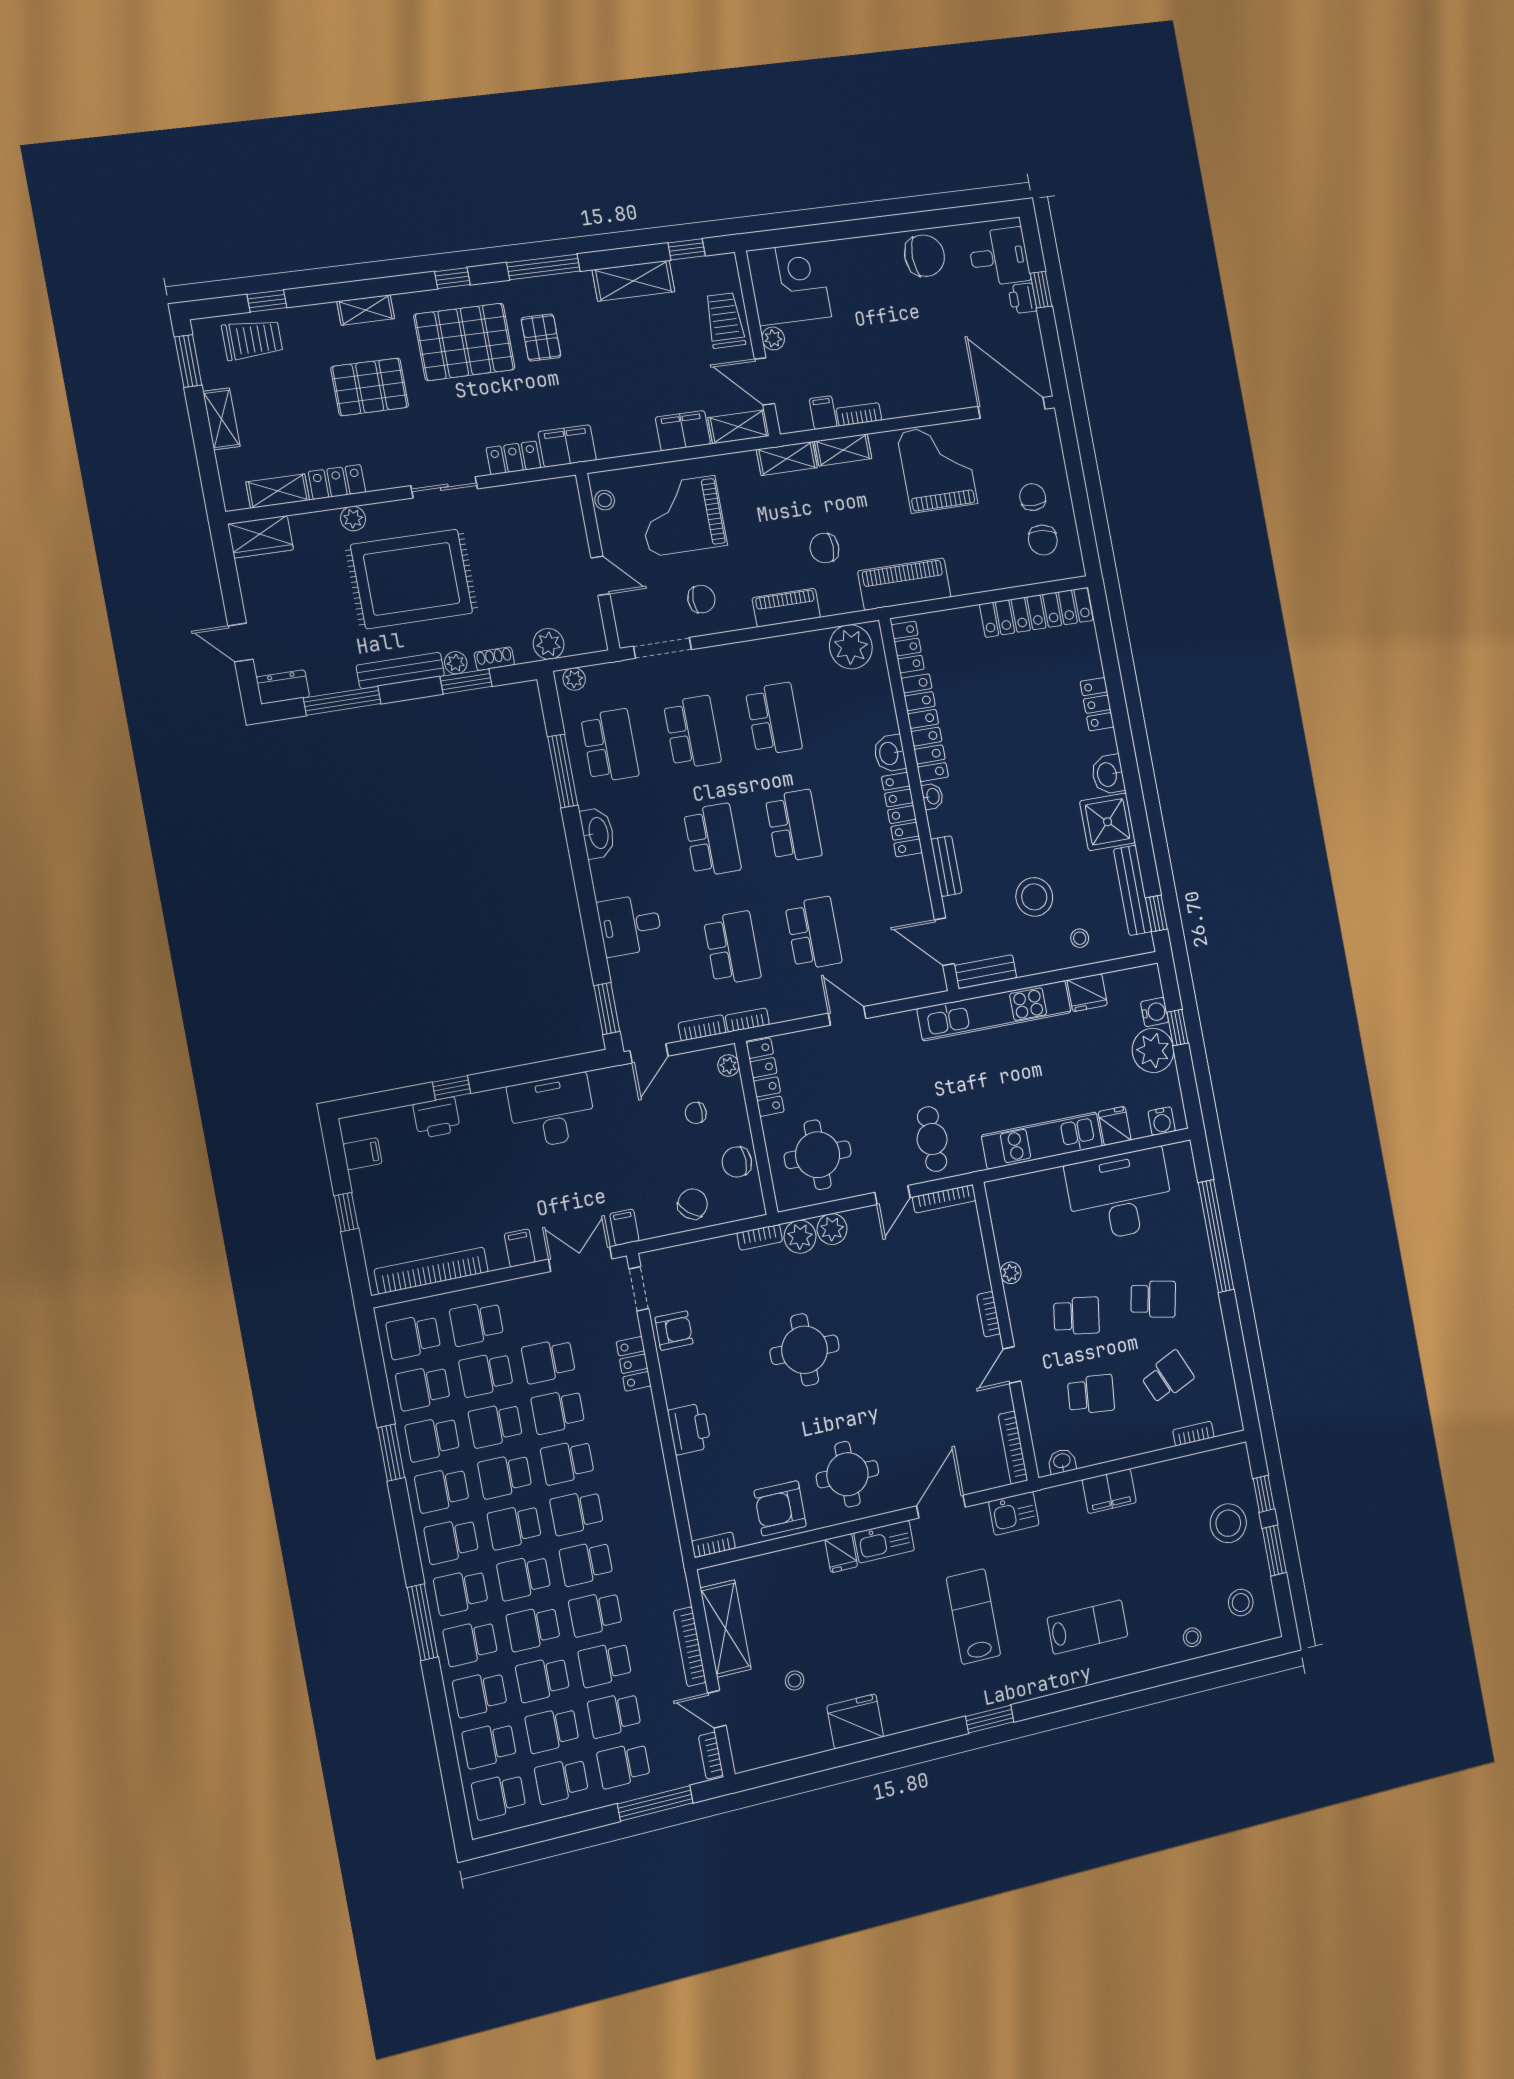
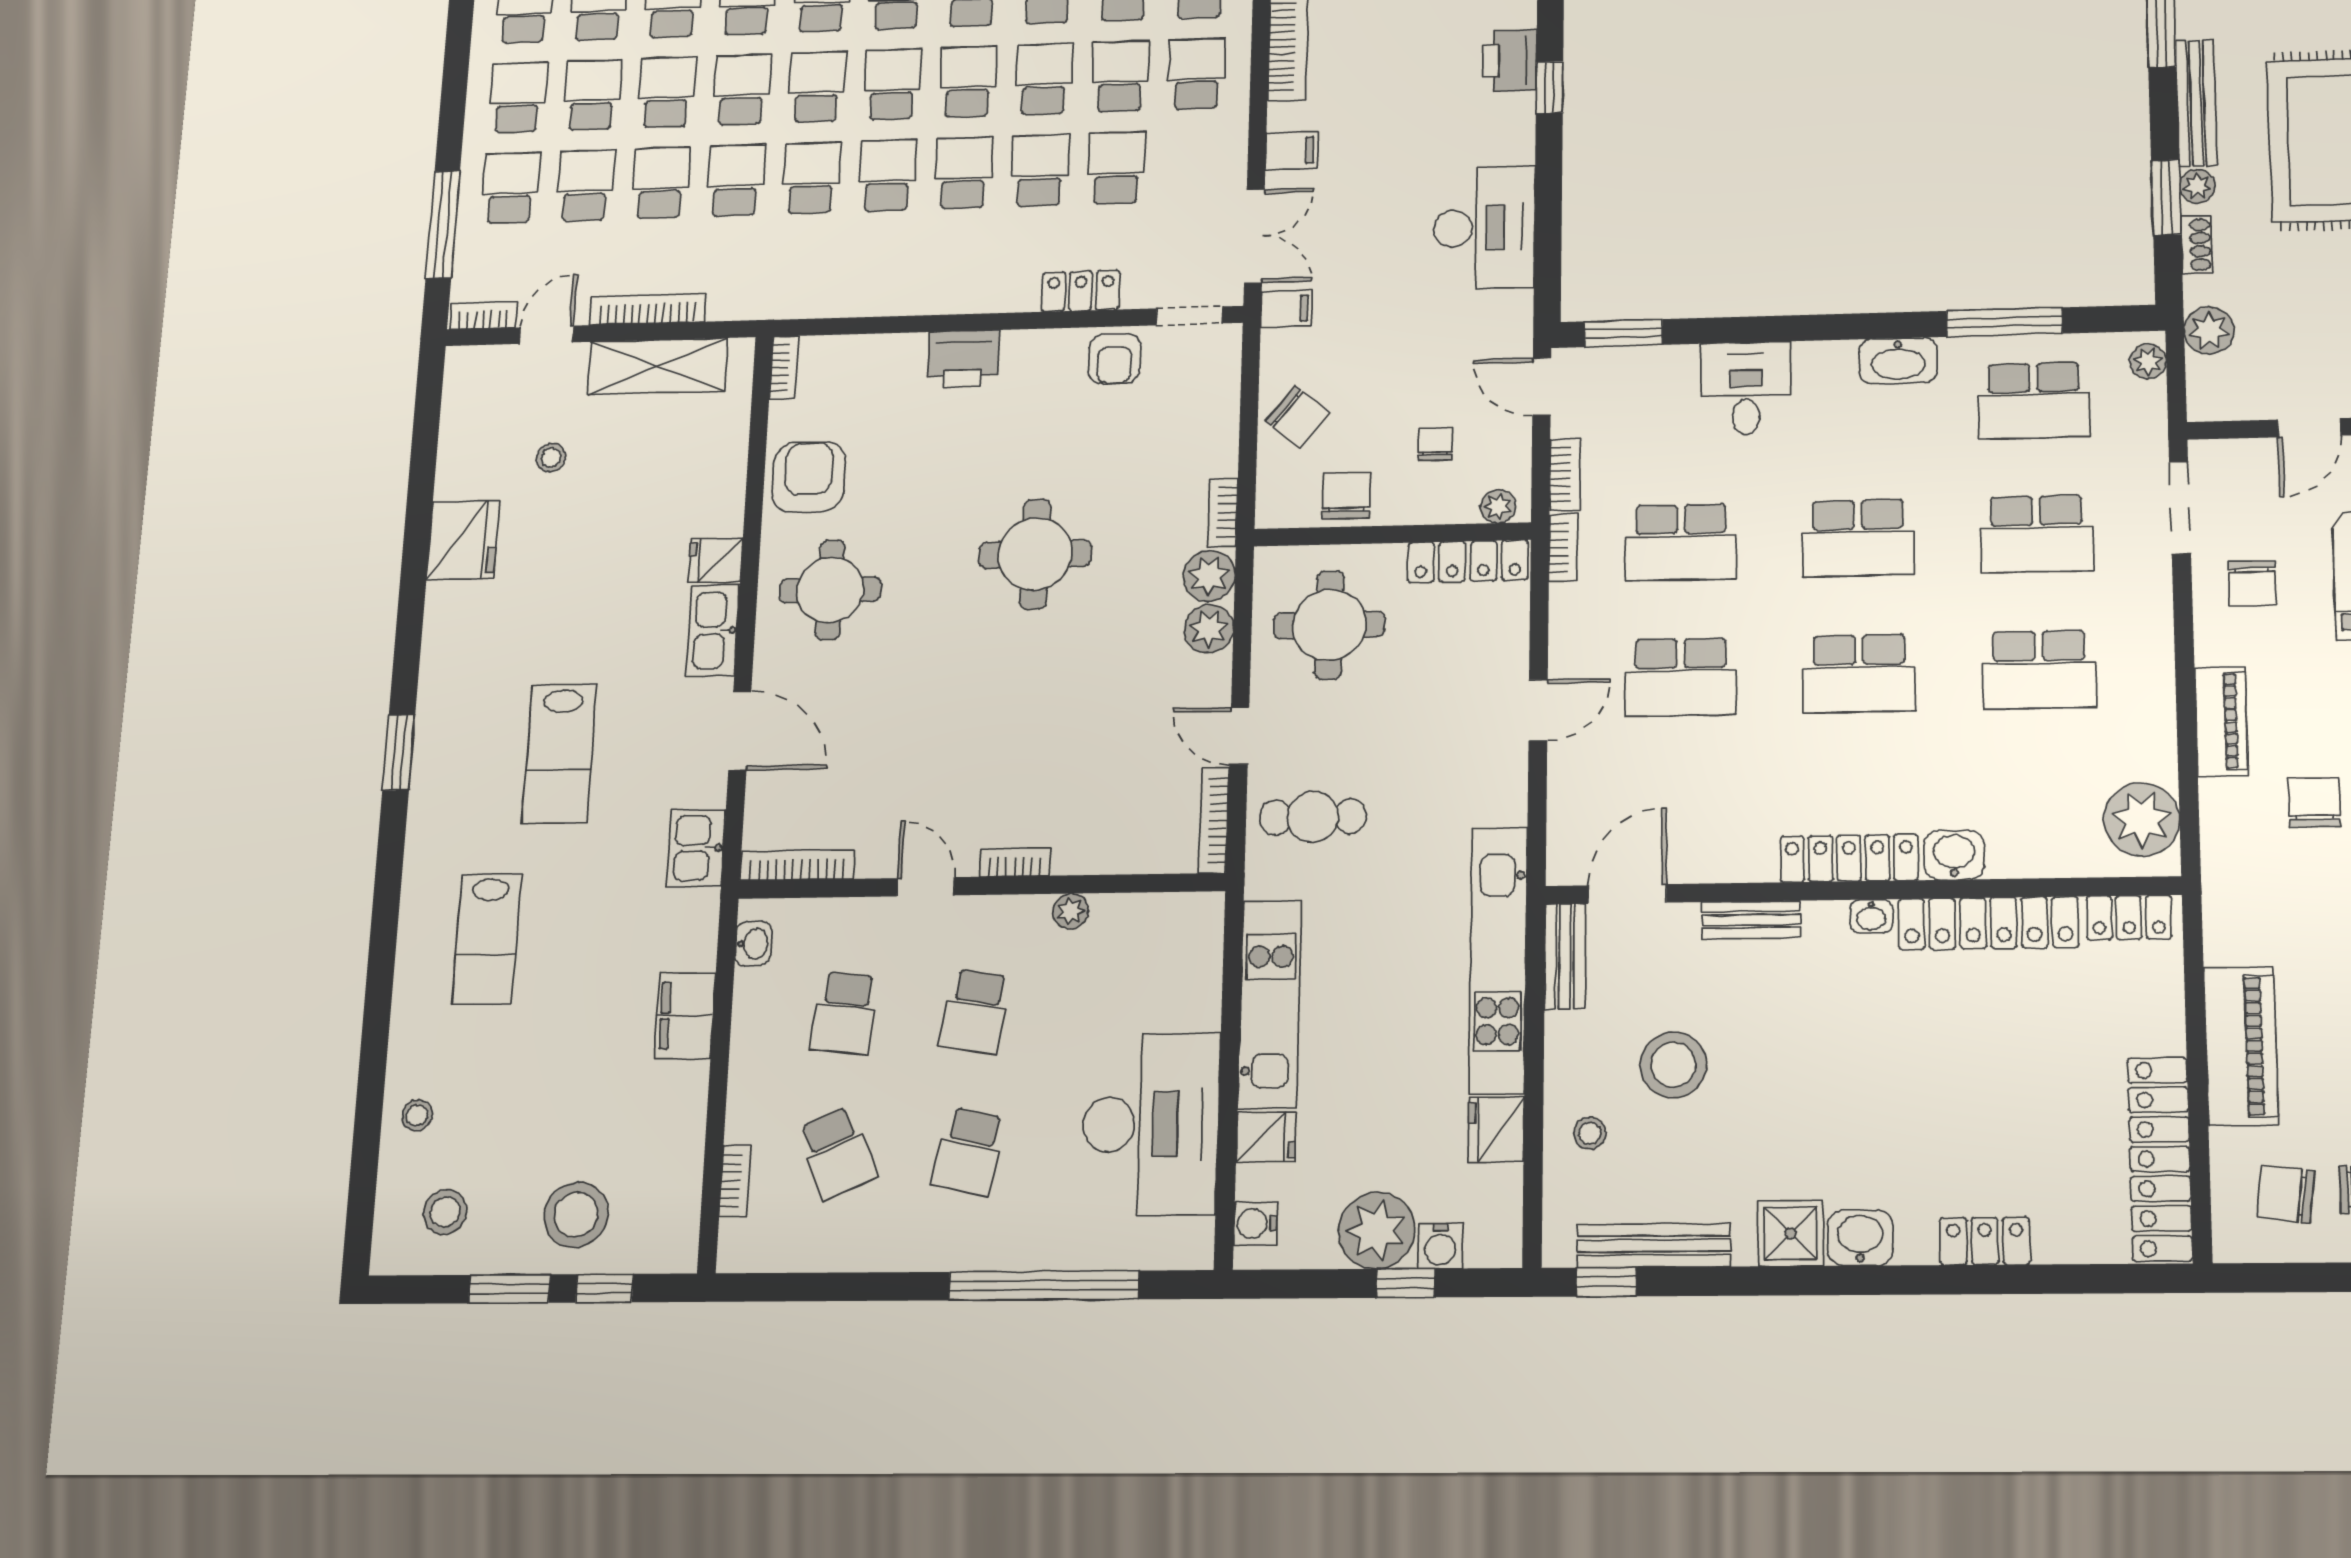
piano: (904, 584) -> (2241, 1046), moved
shower: (1108, 822) -> (1791, 1233), width x0.73, depth x0.73
lab bench: (973, 1617) -> (559, 753), turned 90

